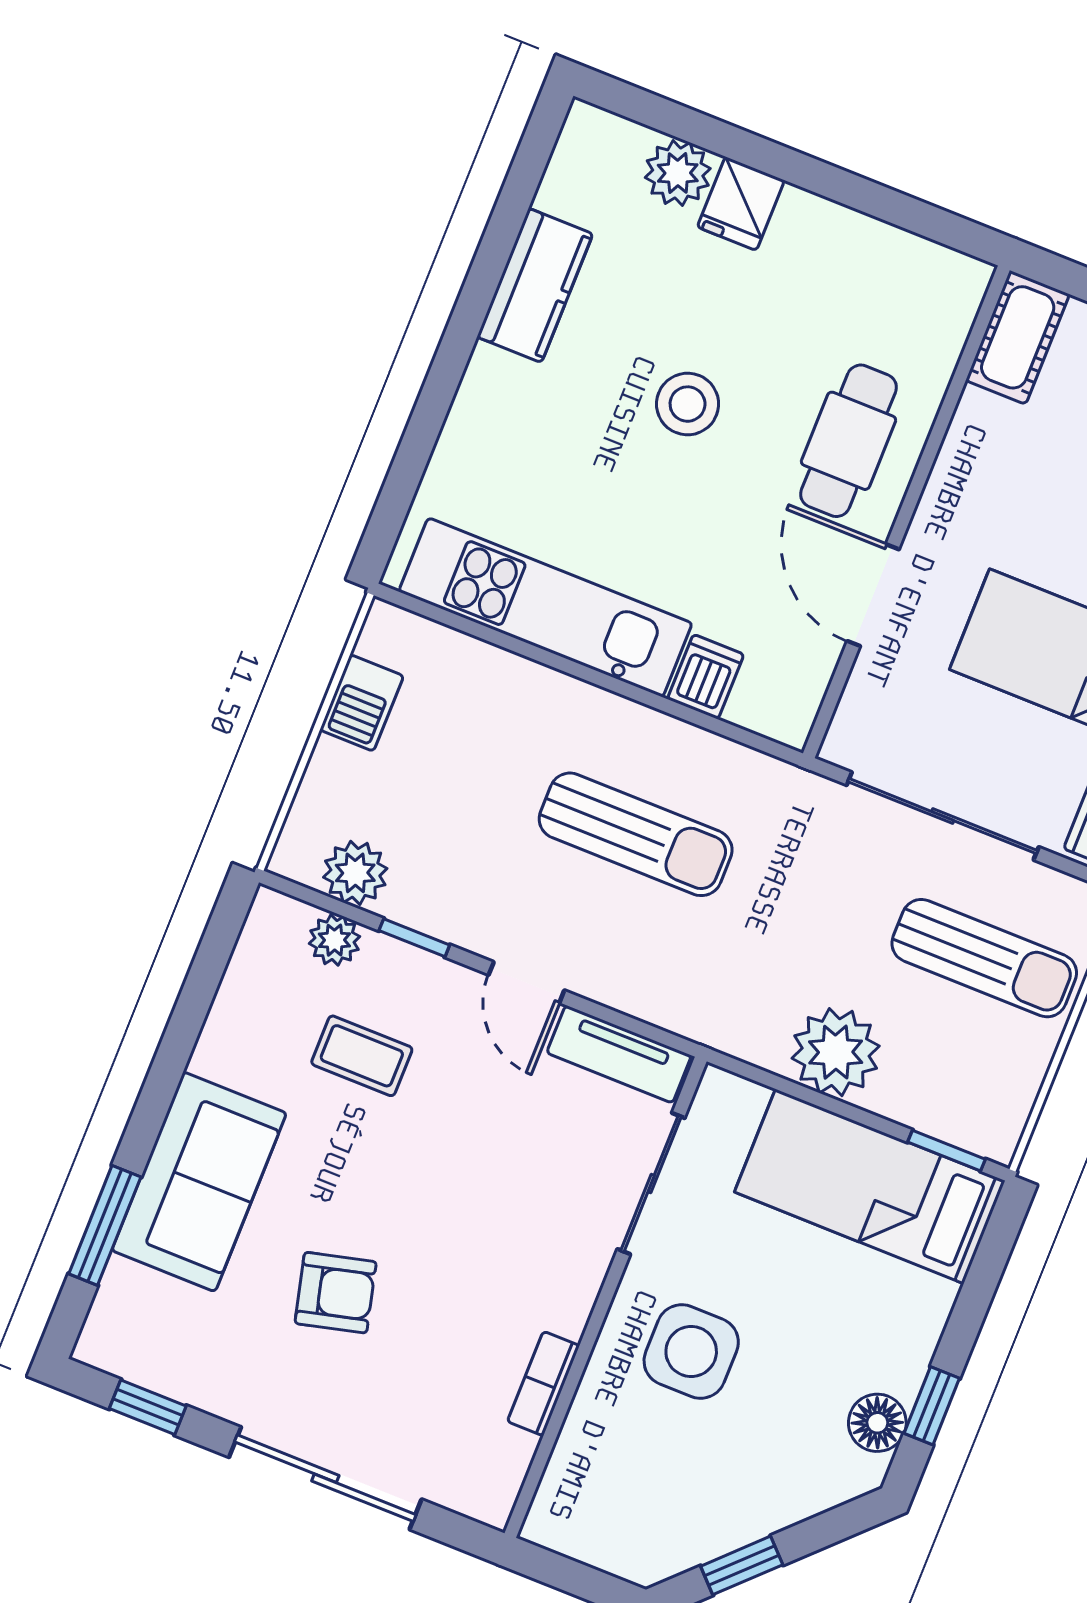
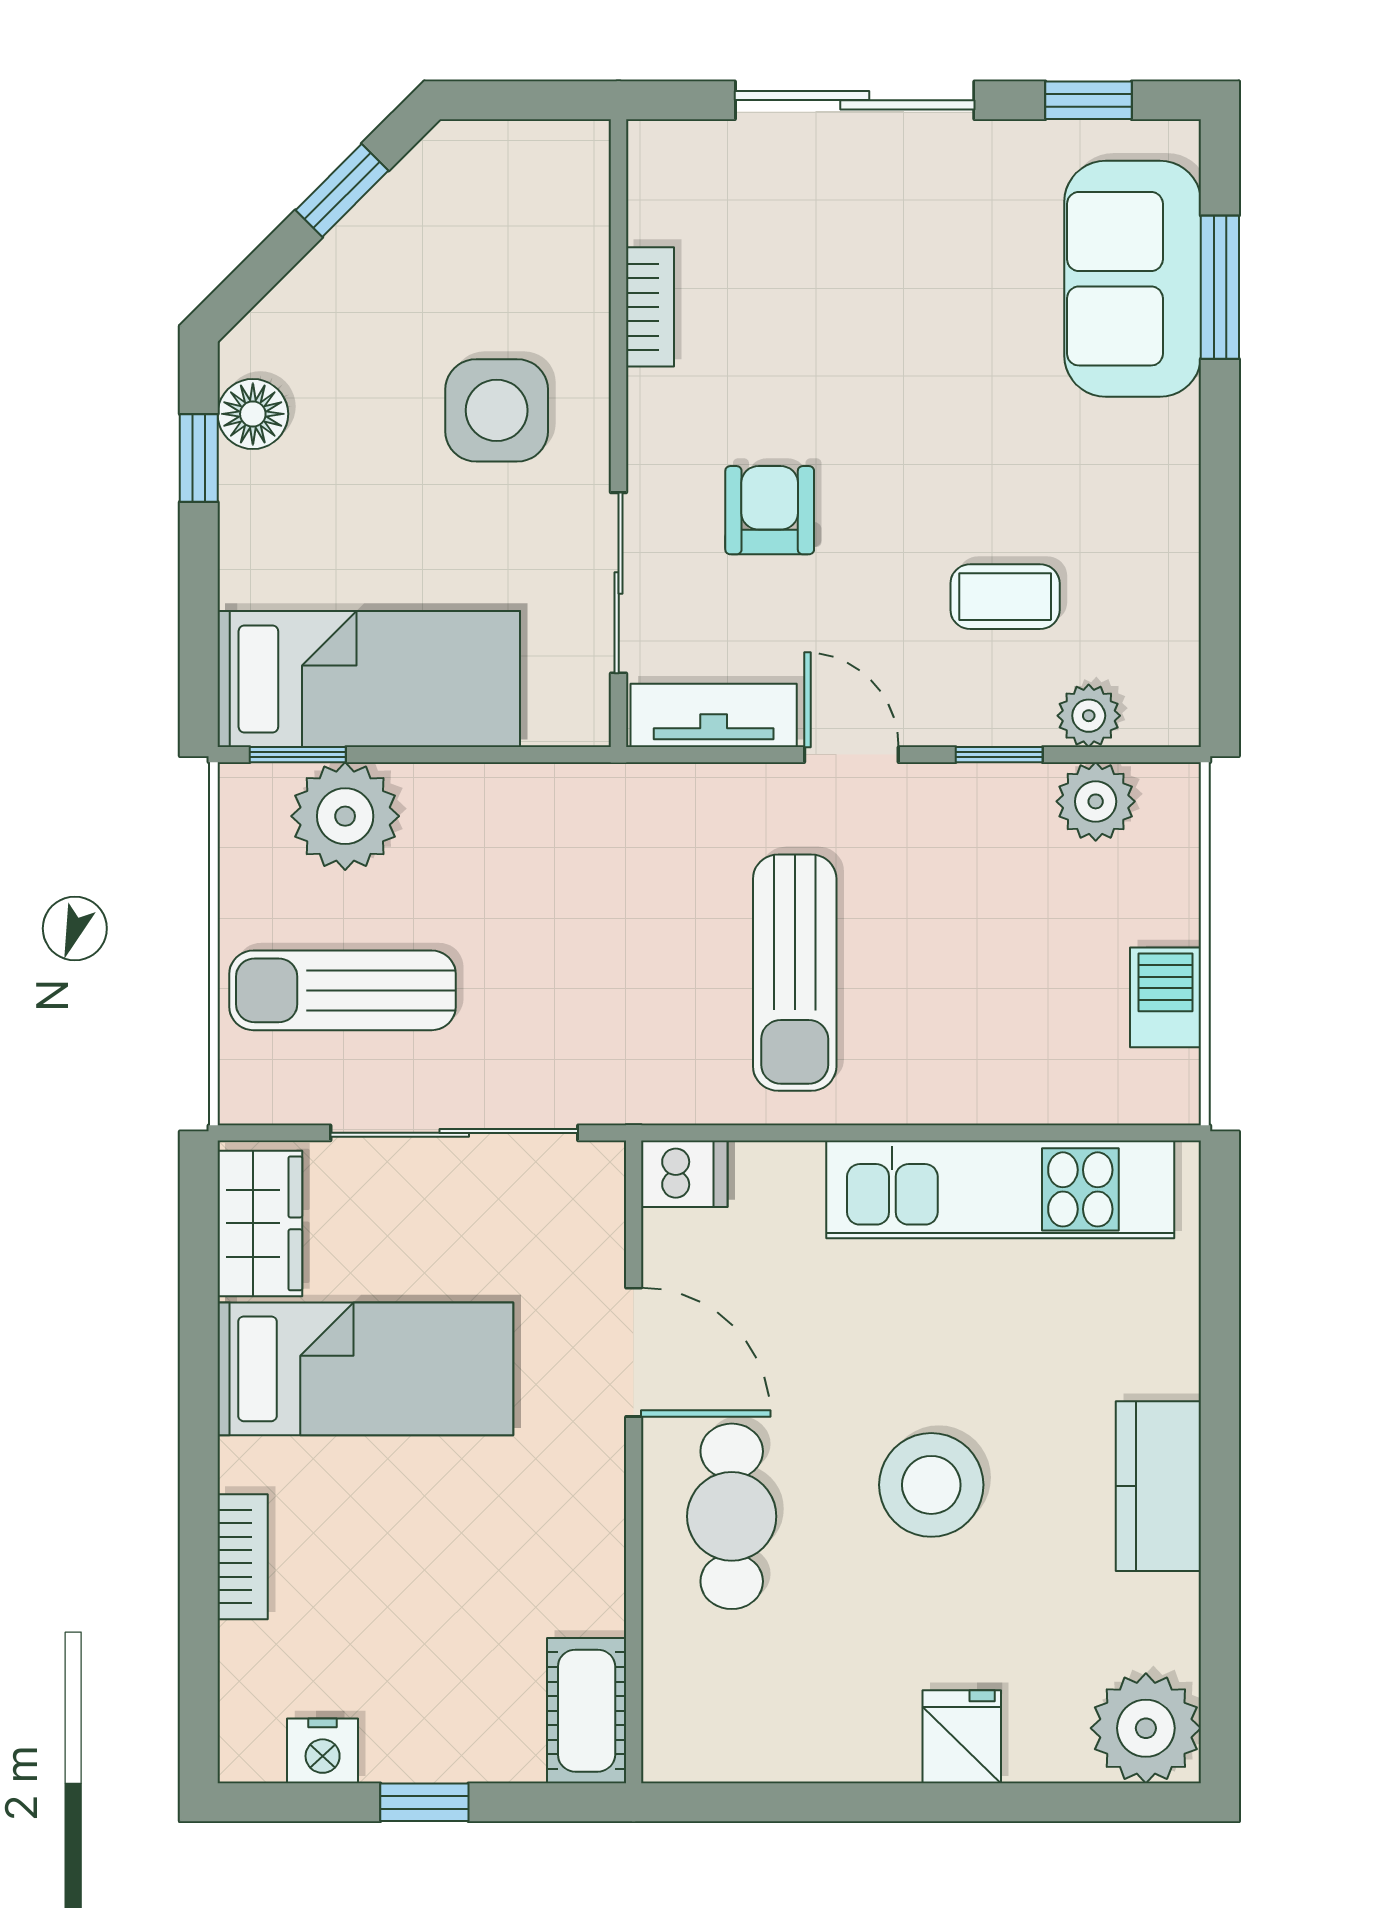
plant: (678, 173) -> (1146, 1728), moved, width x1.36, depth x1.36
kitchen counter: (535, 285) -> (1158, 1486), moved
stool: (688, 404) -> (931, 1485), width x1.38, depth x1.38
dishwasher: (706, 677) -> (684, 1174), moved, turned -90
sun lounger: (636, 834) -> (795, 973), turned -90
plant: (836, 1052) -> (345, 816), moved
sofa: (199, 1182) -> (1133, 279), moved
armchair: (336, 1293) -> (770, 510), moved, turned 104

